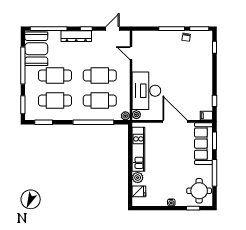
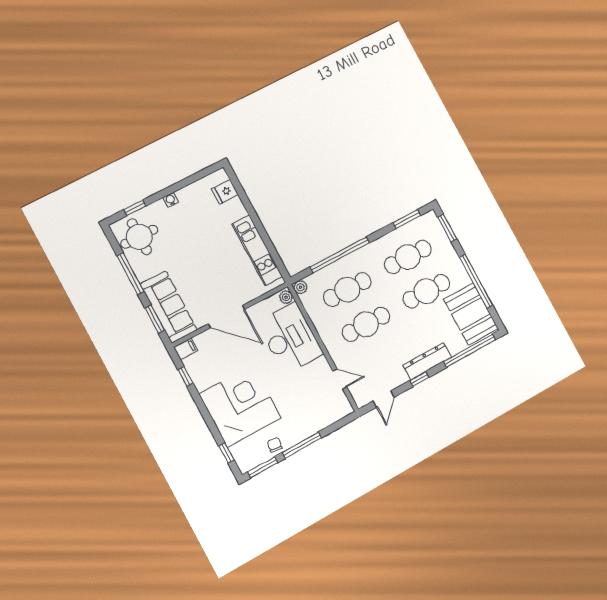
corner desk: (194, 69) -> (240, 406), added
plant: (138, 178) -> (237, 210), removed

